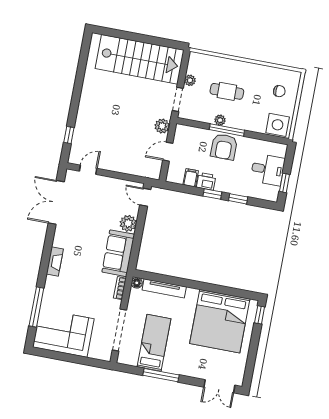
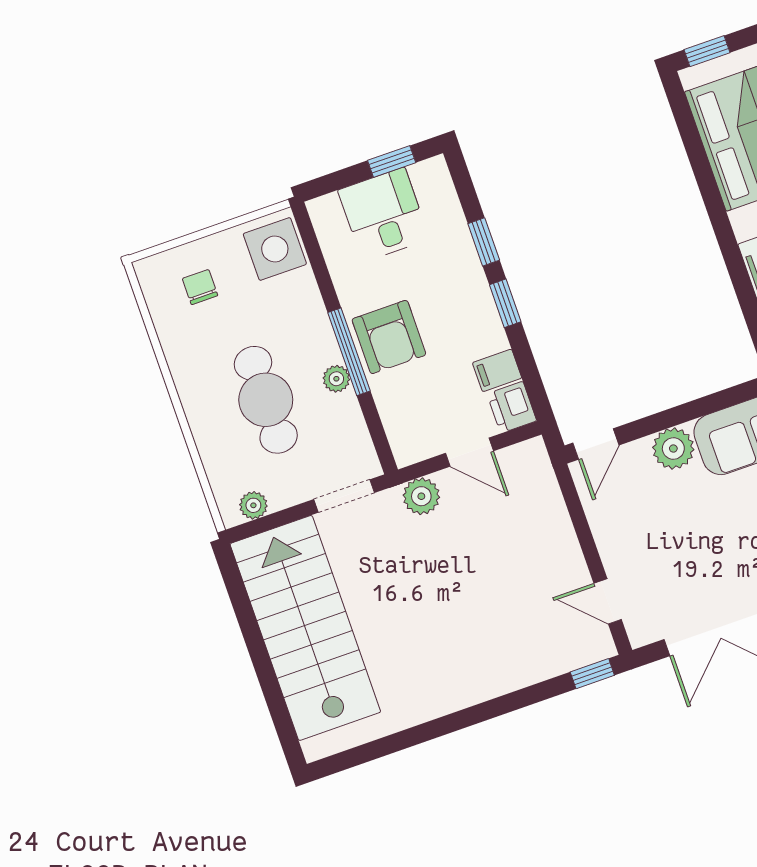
plant: (190, 80) -> (253, 505), moved
cafe table: (227, 91) -> (266, 400), width x1.37, depth x1.35
window: (69, 135) -> (592, 674), moved
armchair: (224, 147) -> (389, 337), turned 90
printer: (206, 181) -> (512, 407), moved

